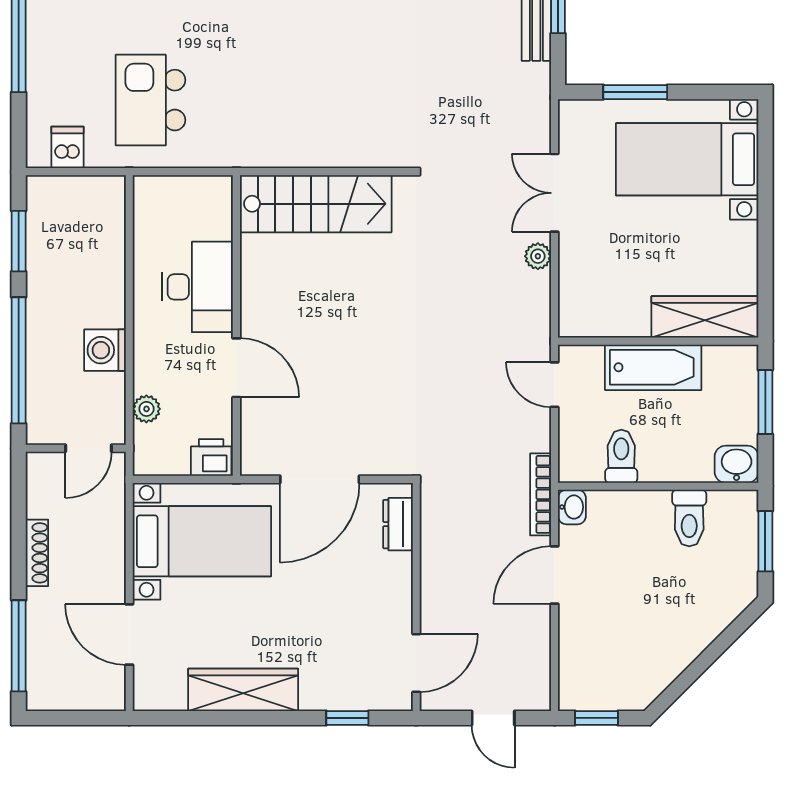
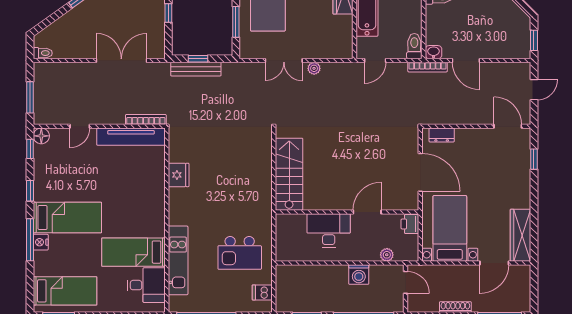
toilet: (621, 456) -> (414, 46), moved, turned 90
wardrobe: (243, 690) -> (521, 235), moved

